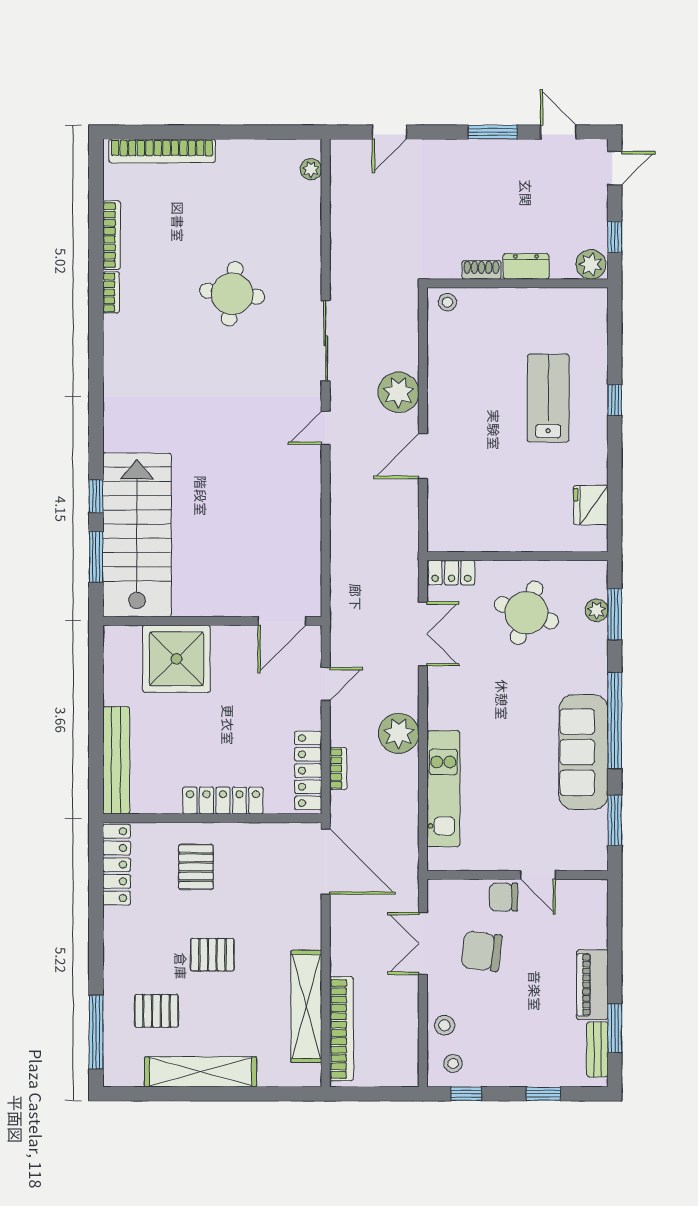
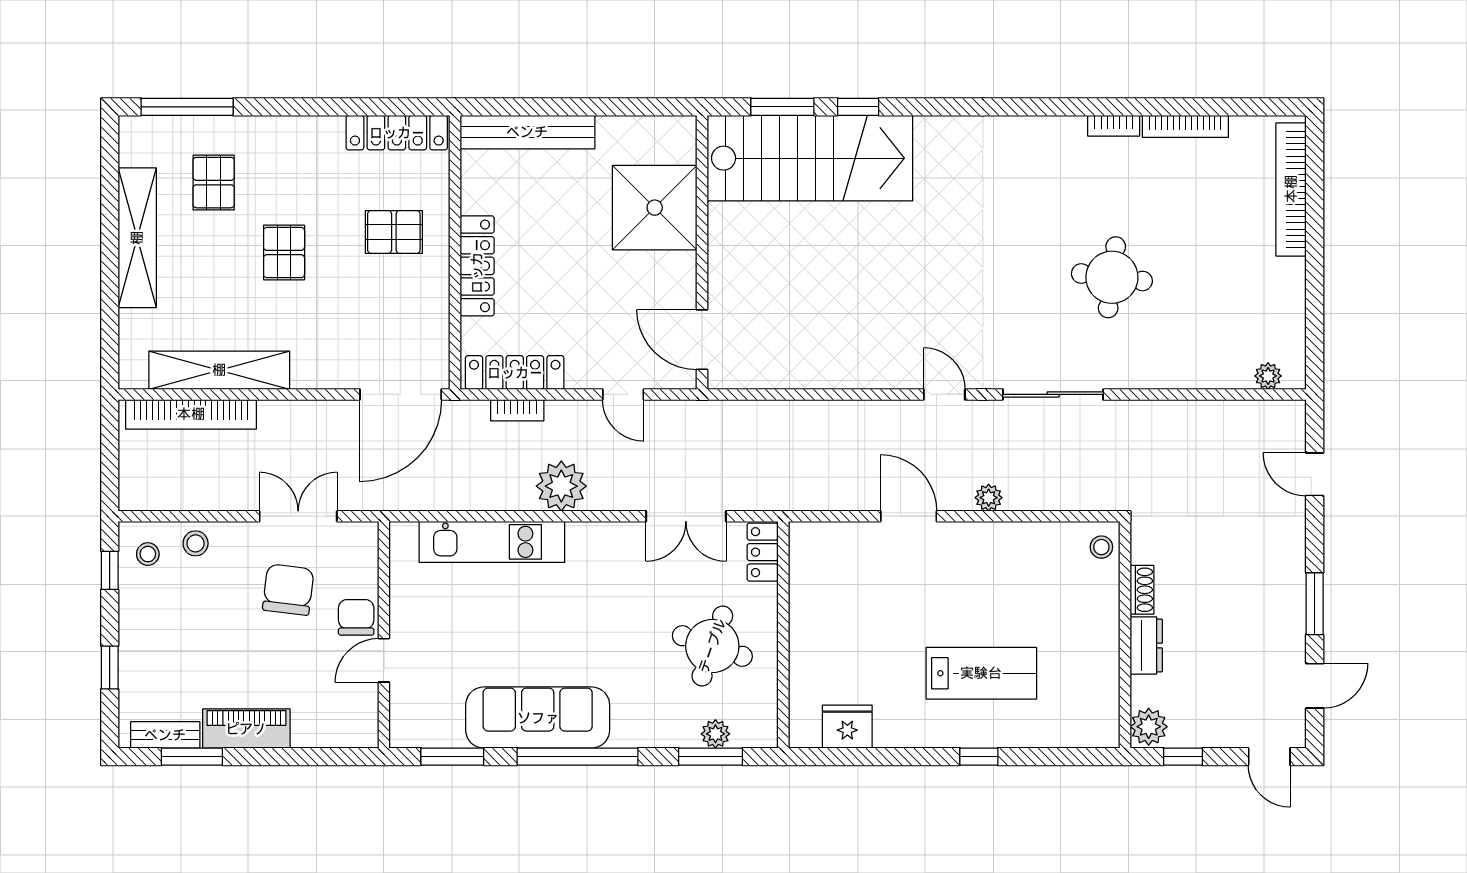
plant: (399, 392) -> (989, 498), width x0.53, depth x0.53

